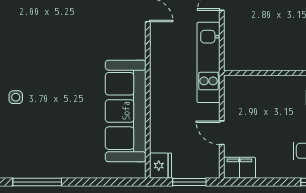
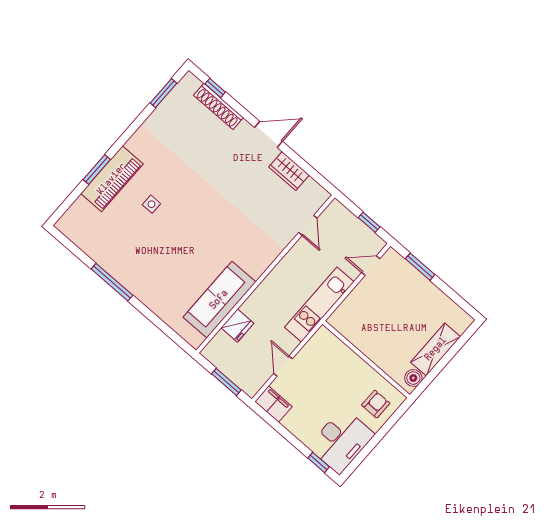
sofa: (126, 111) -> (219, 300), width x0.74, depth x0.79
fridge: (160, 166) -> (237, 326), moved

